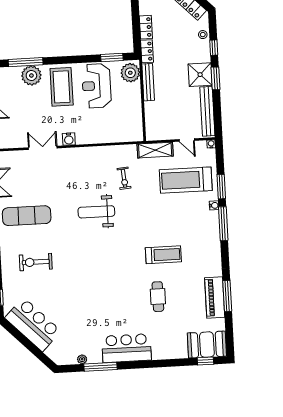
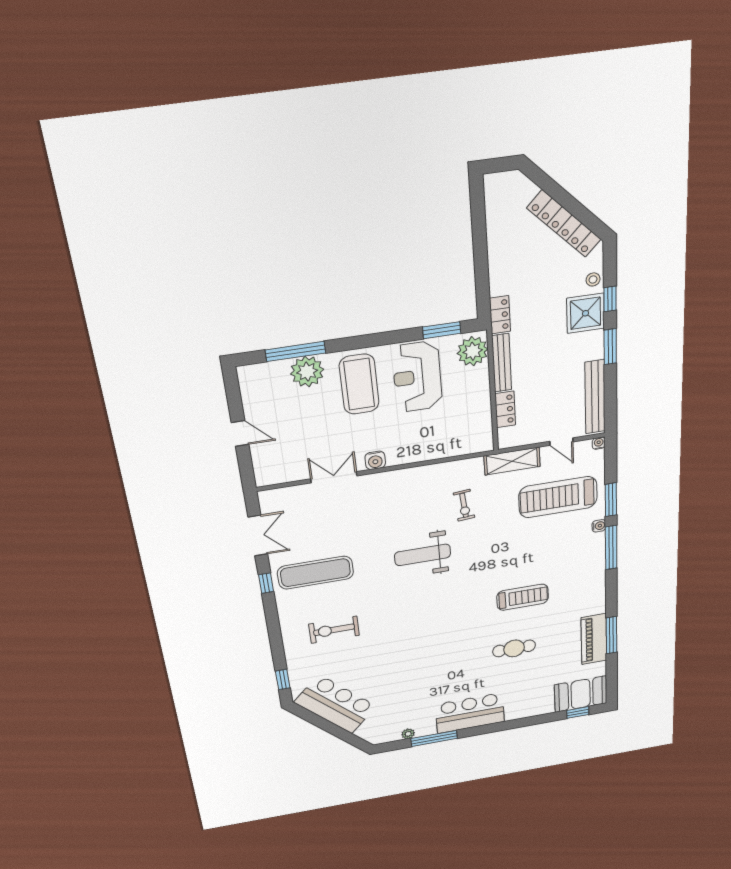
locker: (146, 27) -> (505, 409), moved
shower: (200, 75) -> (586, 313), moved
cafe table: (158, 297) -> (514, 648), turned 90

